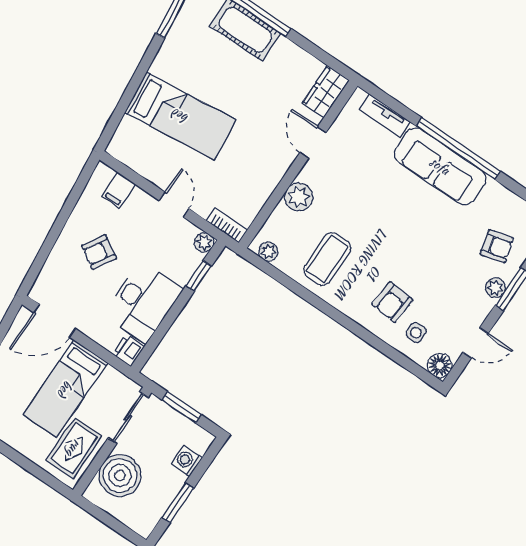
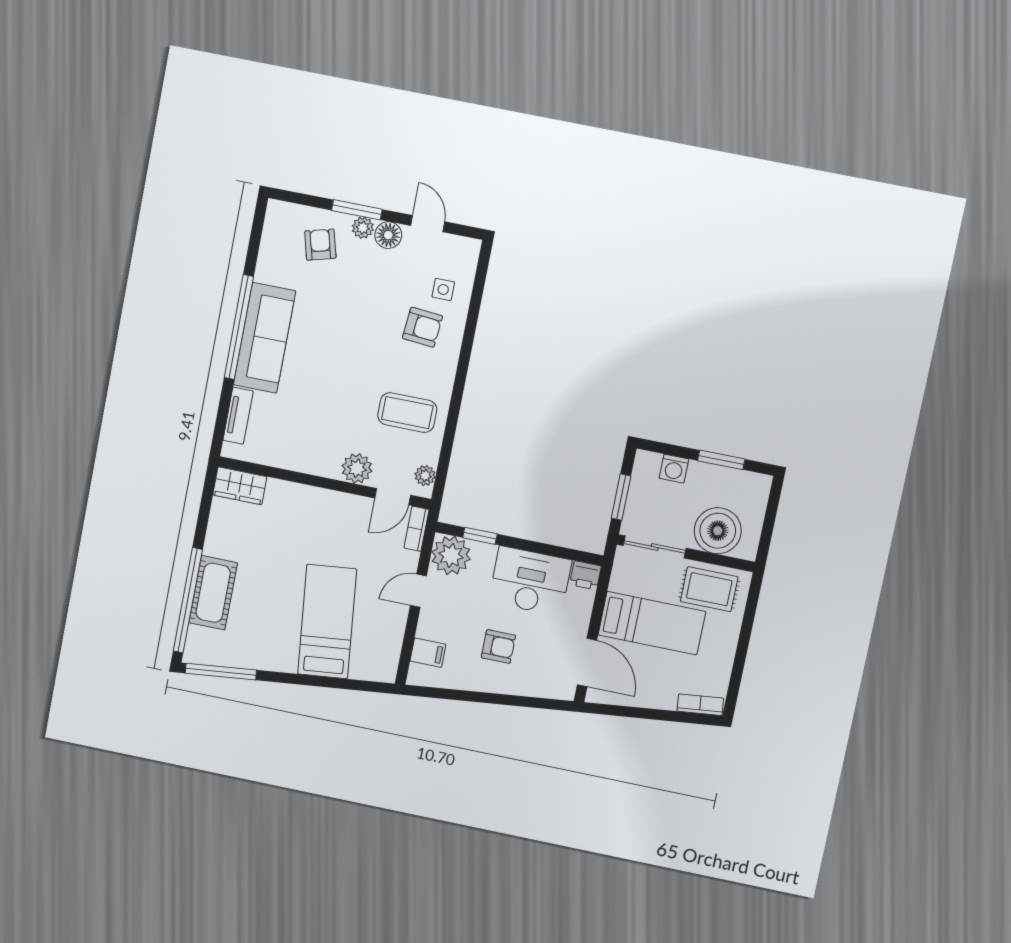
door: (313, 143) -> (393, 497), moved
plant: (204, 243) -> (451, 555), width x1.87, depth x1.87
armchair: (99, 252) -> (498, 646), turned -31
floor lamp: (440, 366) -> (388, 235), moved

